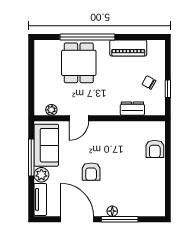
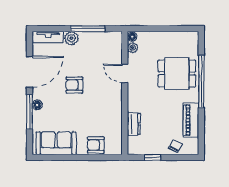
chair: (149, 82) -> (175, 146), moved
floor lamp: (40, 110) -> (132, 37), added
sofa: (46, 145) -> (56, 143), moved, turned 180

